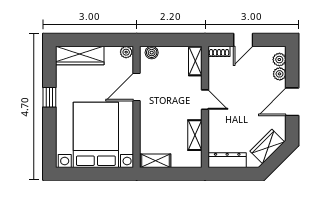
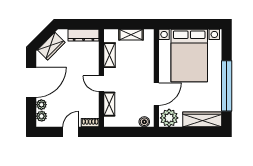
plant: (126, 52) -> (169, 118), width x1.87, depth x1.87
shelving: (195, 61) -> (109, 104), moved
window: (49, 97) -> (227, 86), width x3.17
door: (292, 102) -> (31, 82), width x1.36
shelving: (155, 161) -> (131, 35), moved

